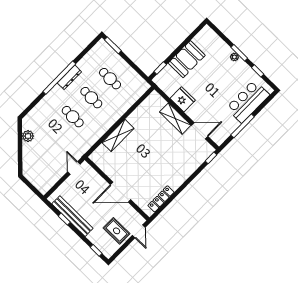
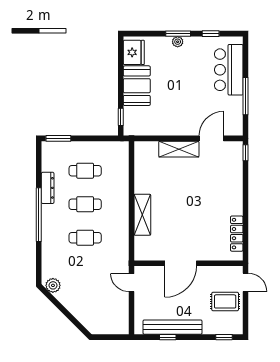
dresser: (69, 77) -> (48, 188), moved
fridge: (183, 99) -> (134, 52), moved, turned 90
plant: (28, 136) -> (53, 285), moved
door: (121, 192) -> (181, 263), moved

